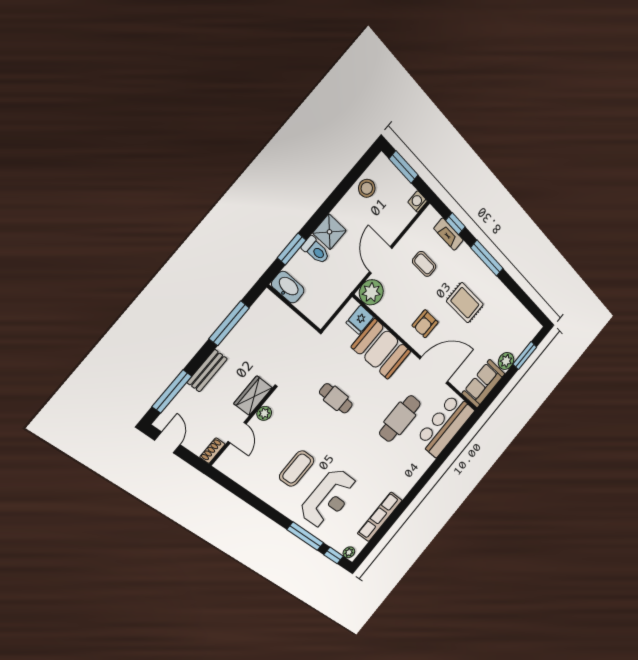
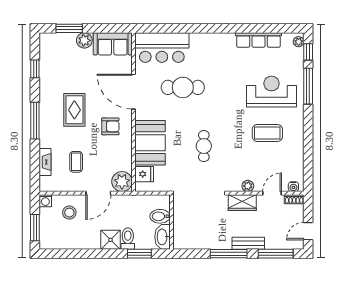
stool: (367, 188) -> (69, 213), moved
window: (455, 224) -> (35, 69), moved
bidet: (309, 302) -> (160, 216), added
window: (229, 323) -> (229, 254), moved
water cooler: (225, 459) -> (293, 187), added

